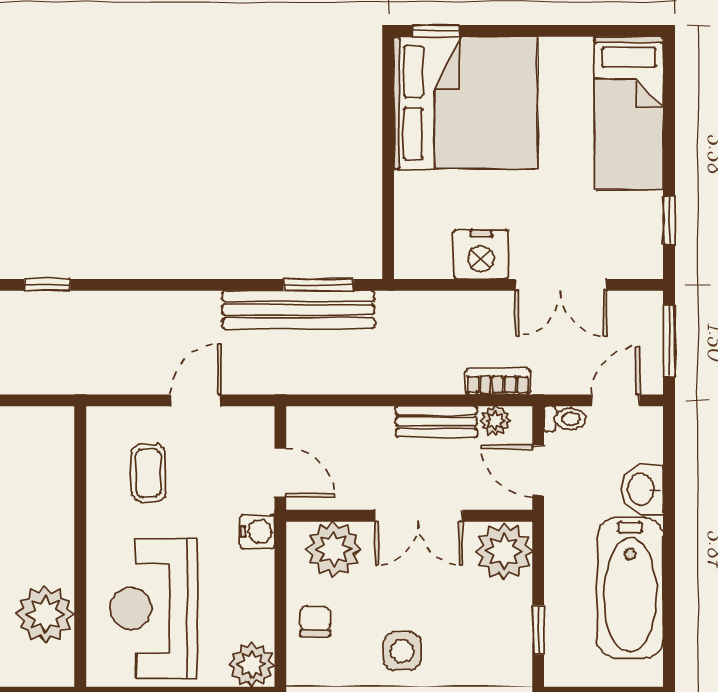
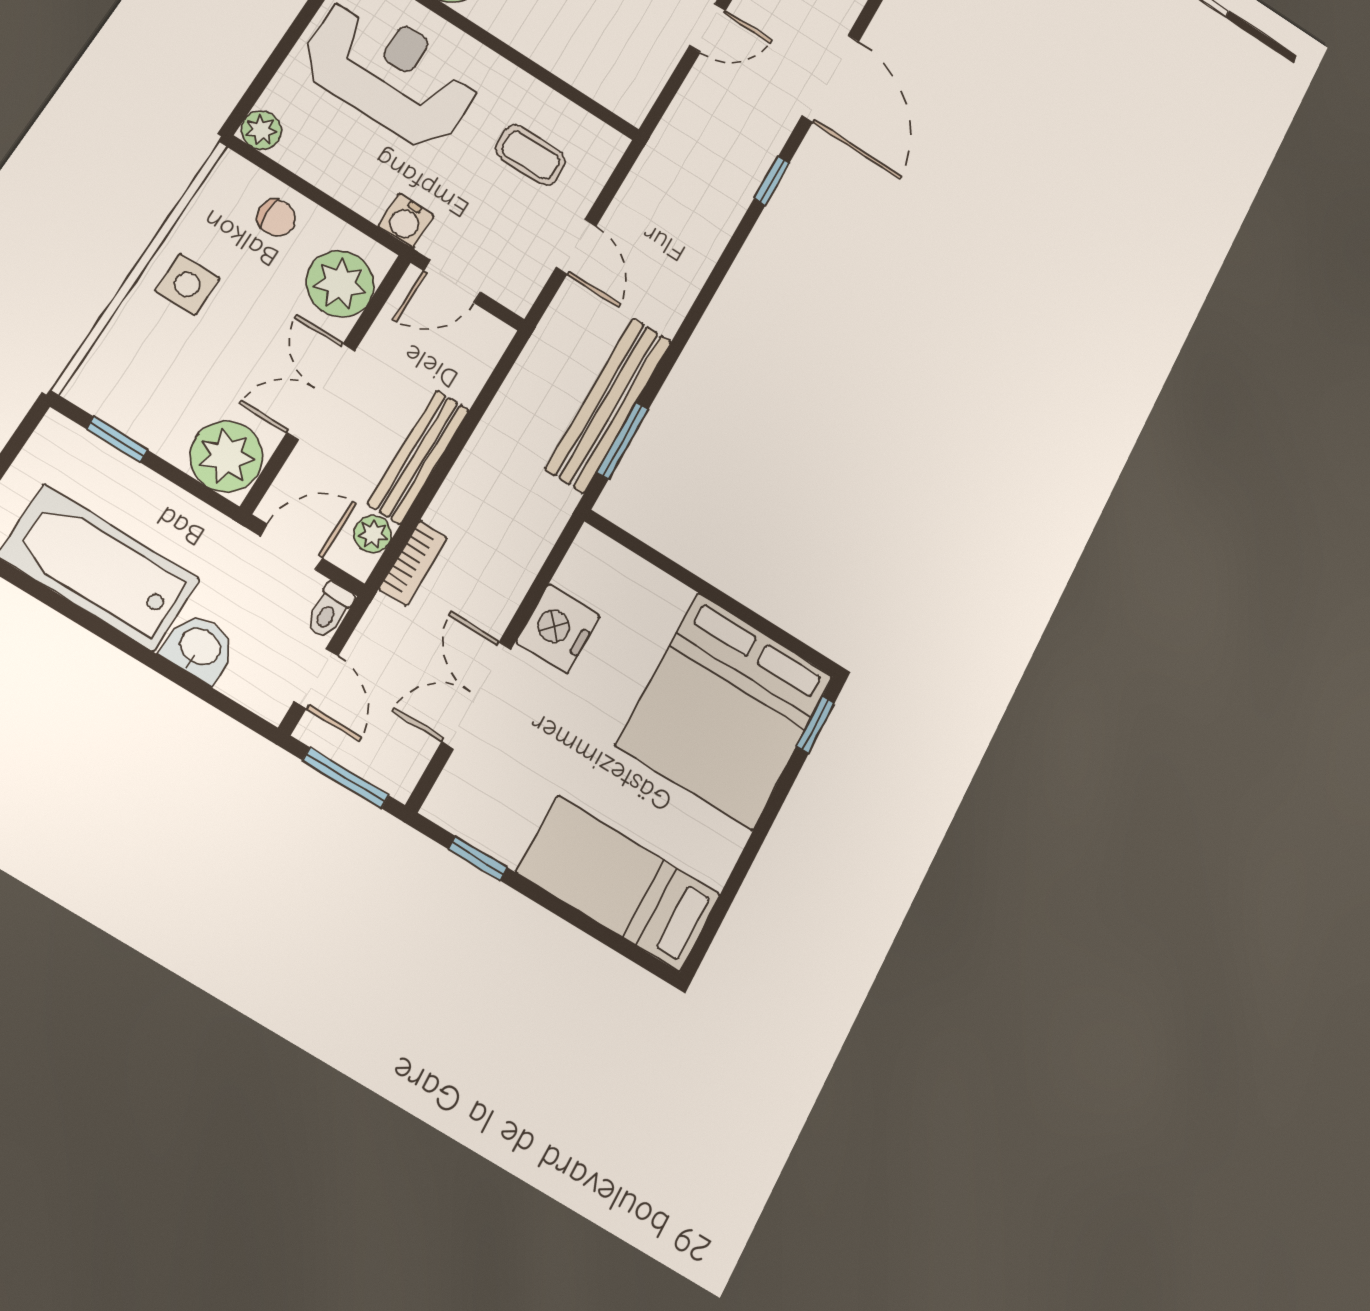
bench: (436, 422) -> (419, 457), width x1.36
plant: (252, 664) -> (261, 130), width x0.73, depth x0.73

